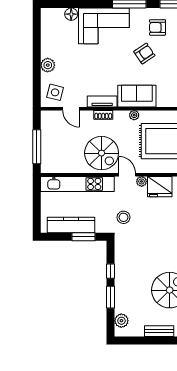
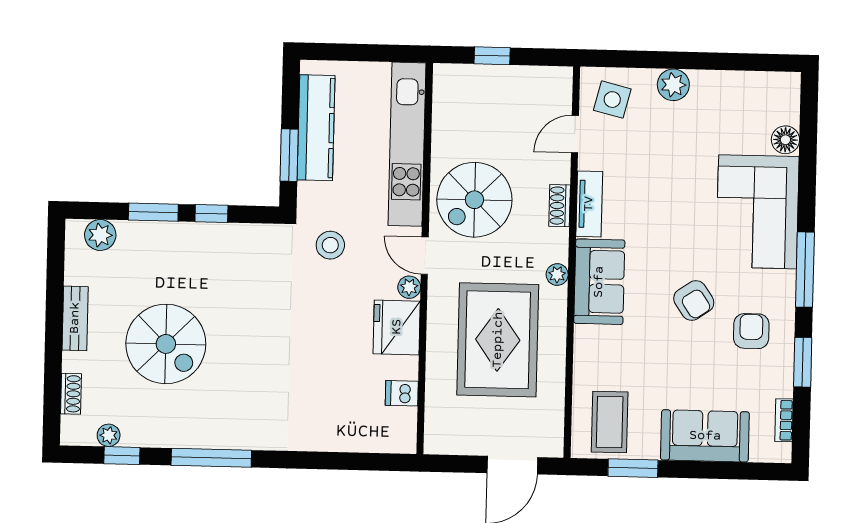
window: (37, 147) -> (492, 56), width x0.46
door: (127, 175) -> (425, 256), swing flipped

